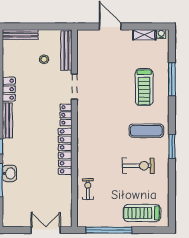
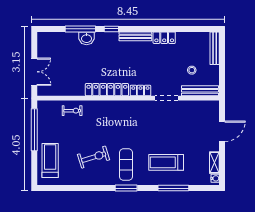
window: (172, 146) -> (126, 188), moved
exercise bike: (138, 166) -> (94, 157), turned -107

